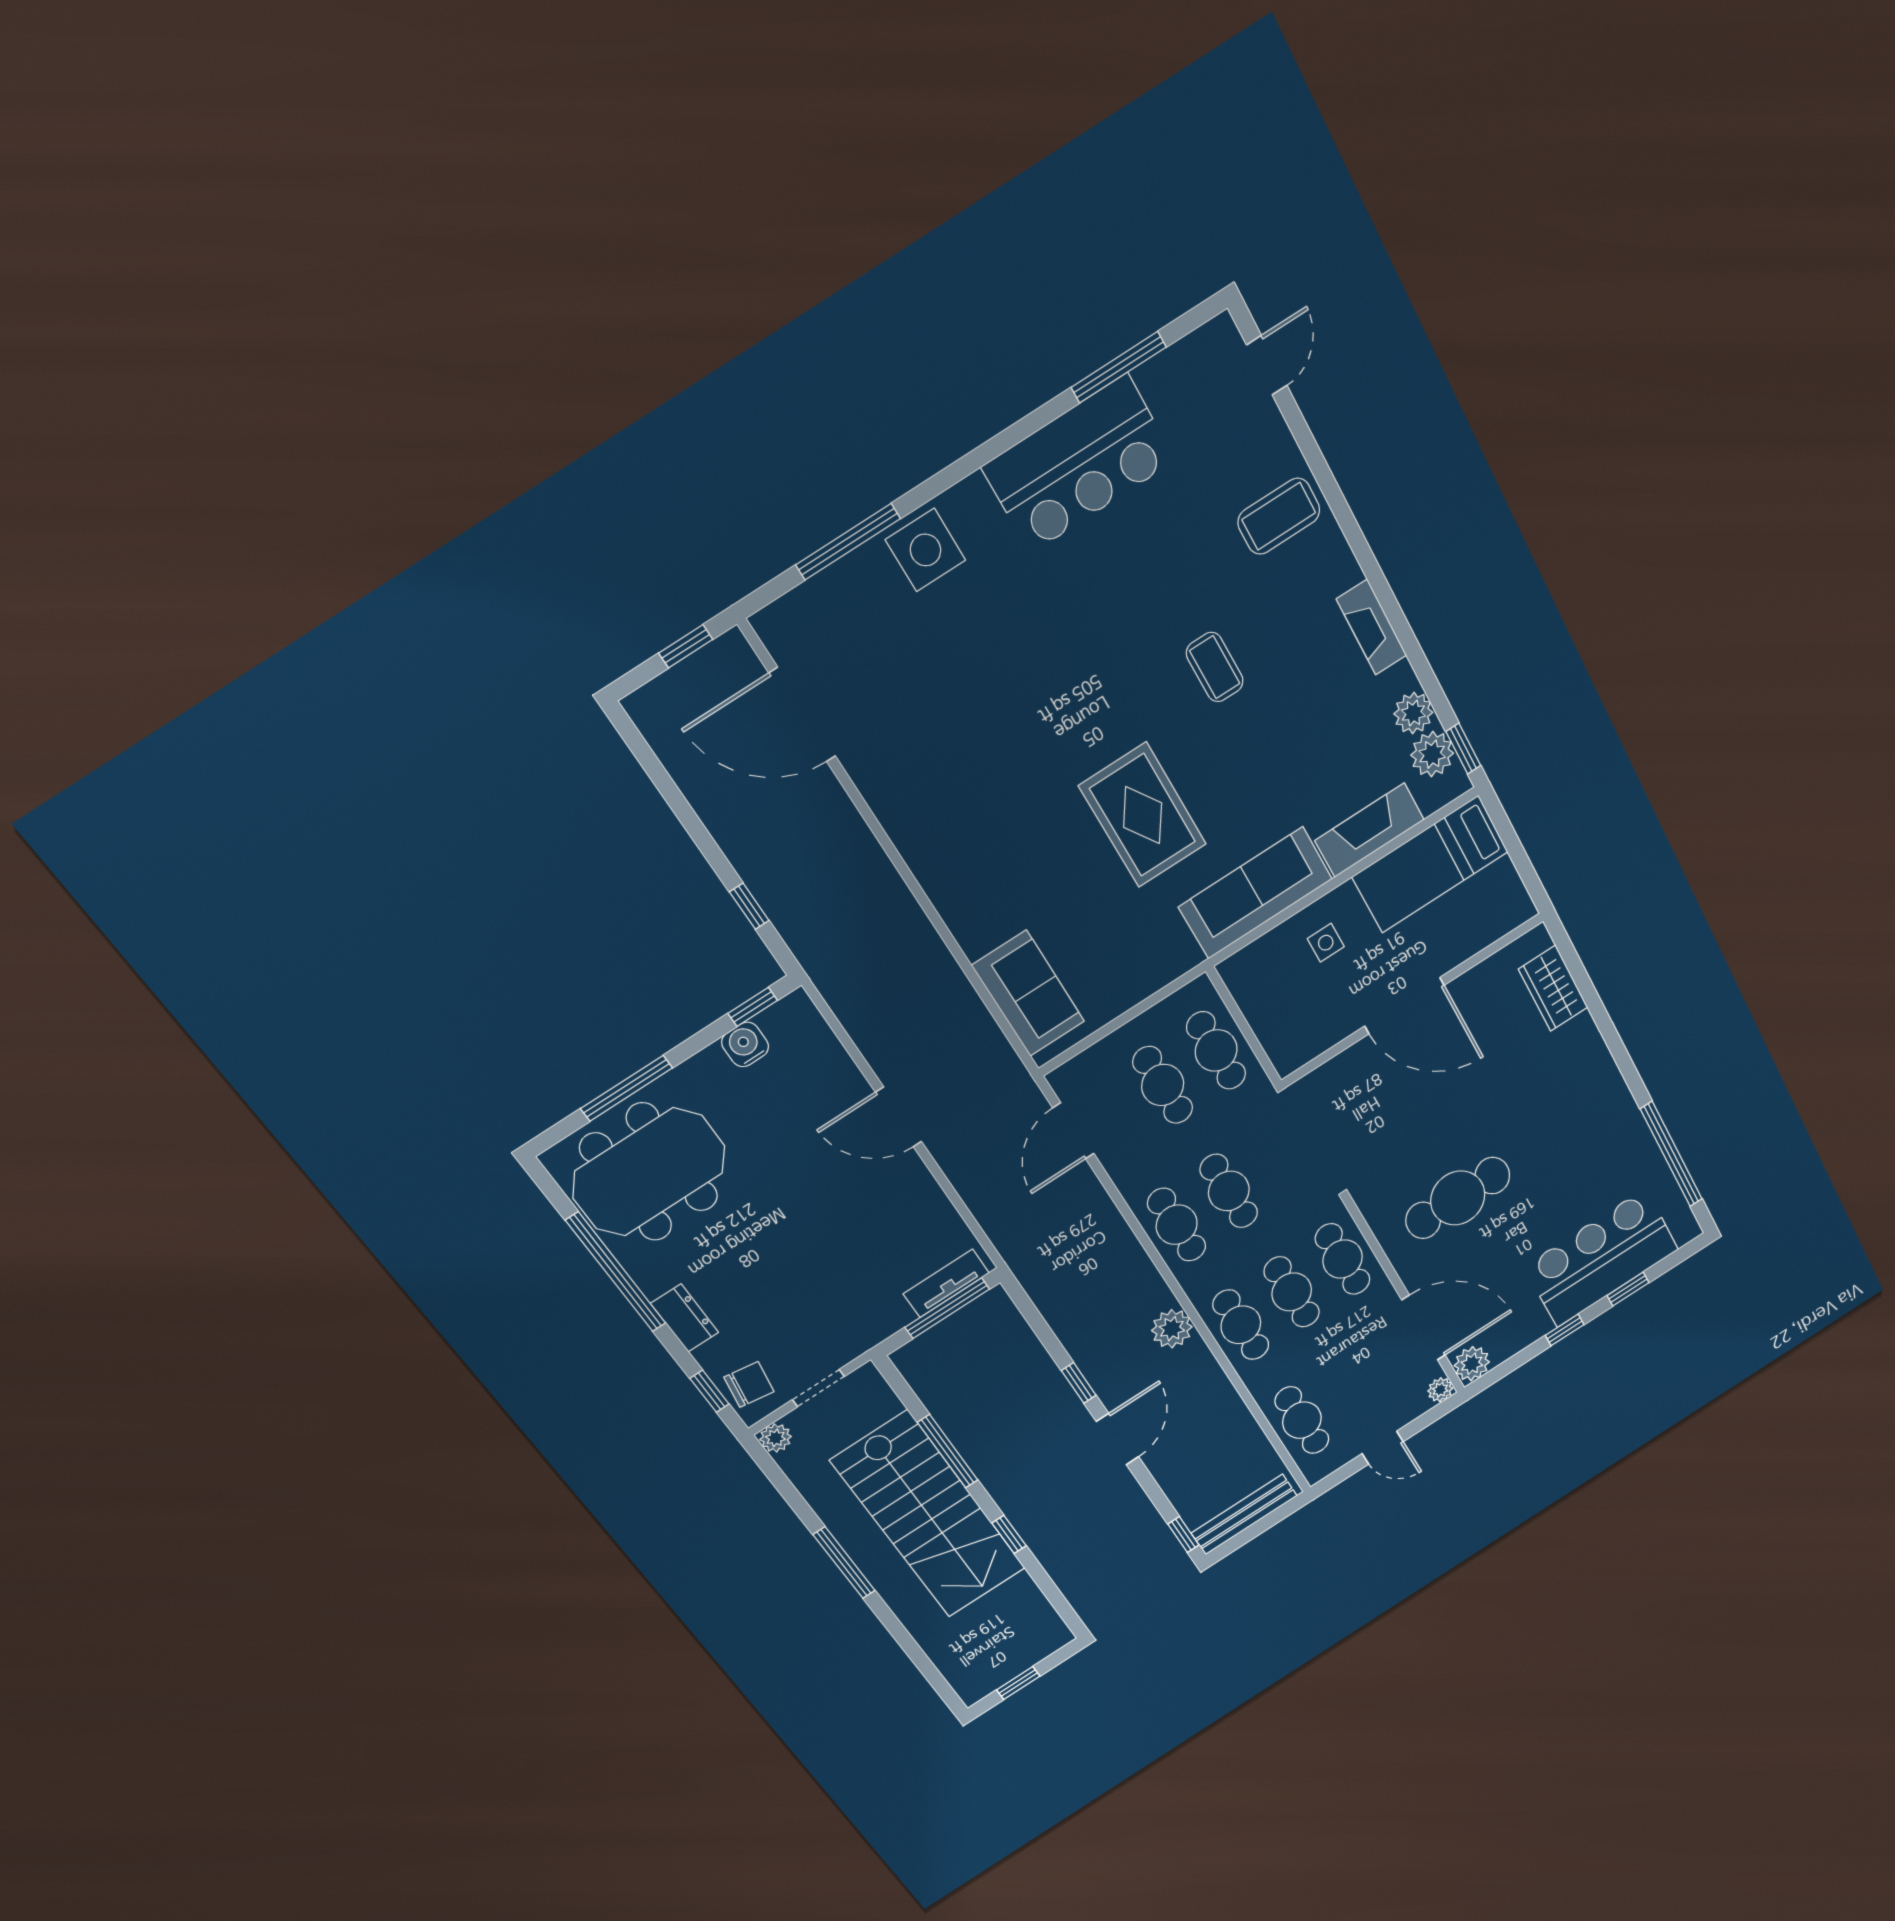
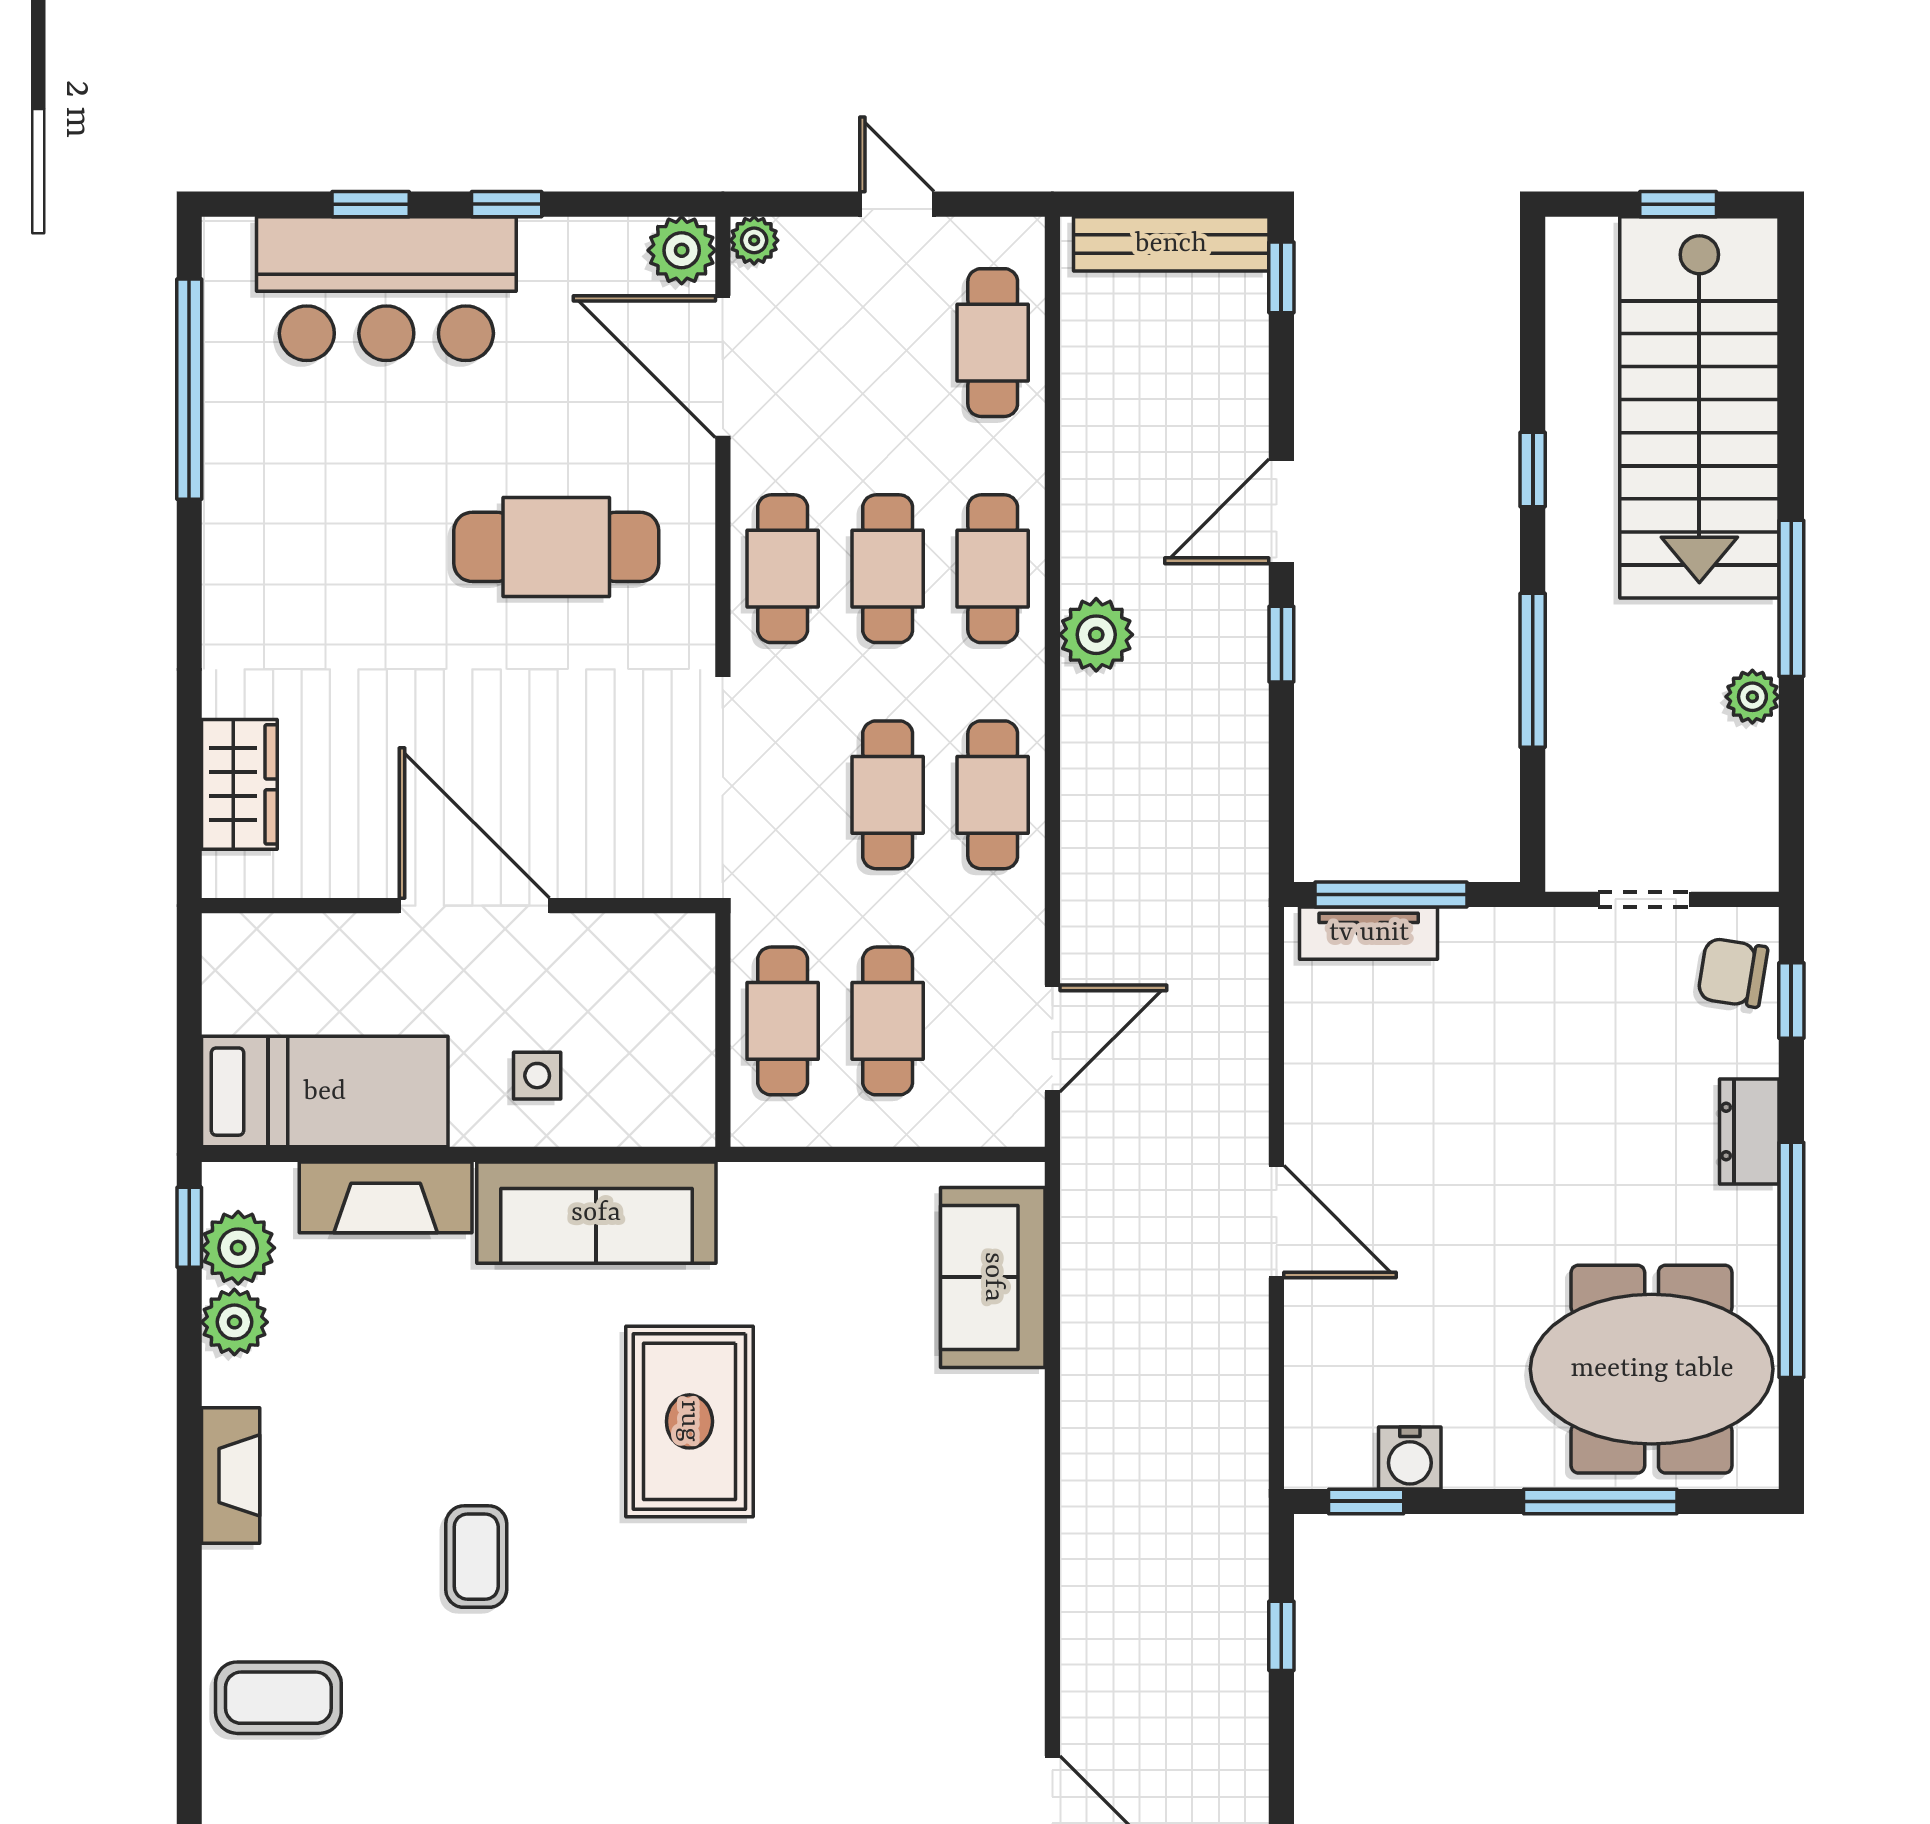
plant: (776, 1438) -> (1752, 697), moved
stairs: (929, 1515) -> (1699, 407), moved, turned 180

